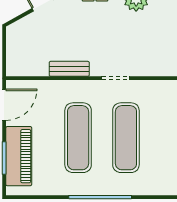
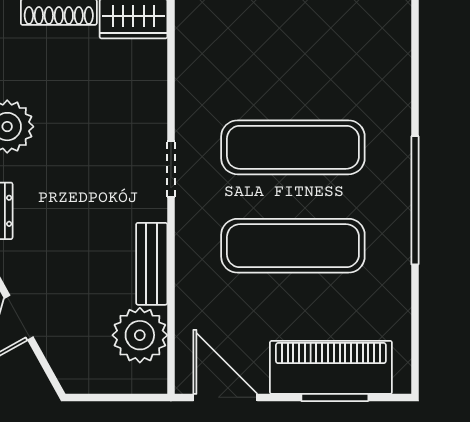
plant: (34, 63) -> (140, 335), added

